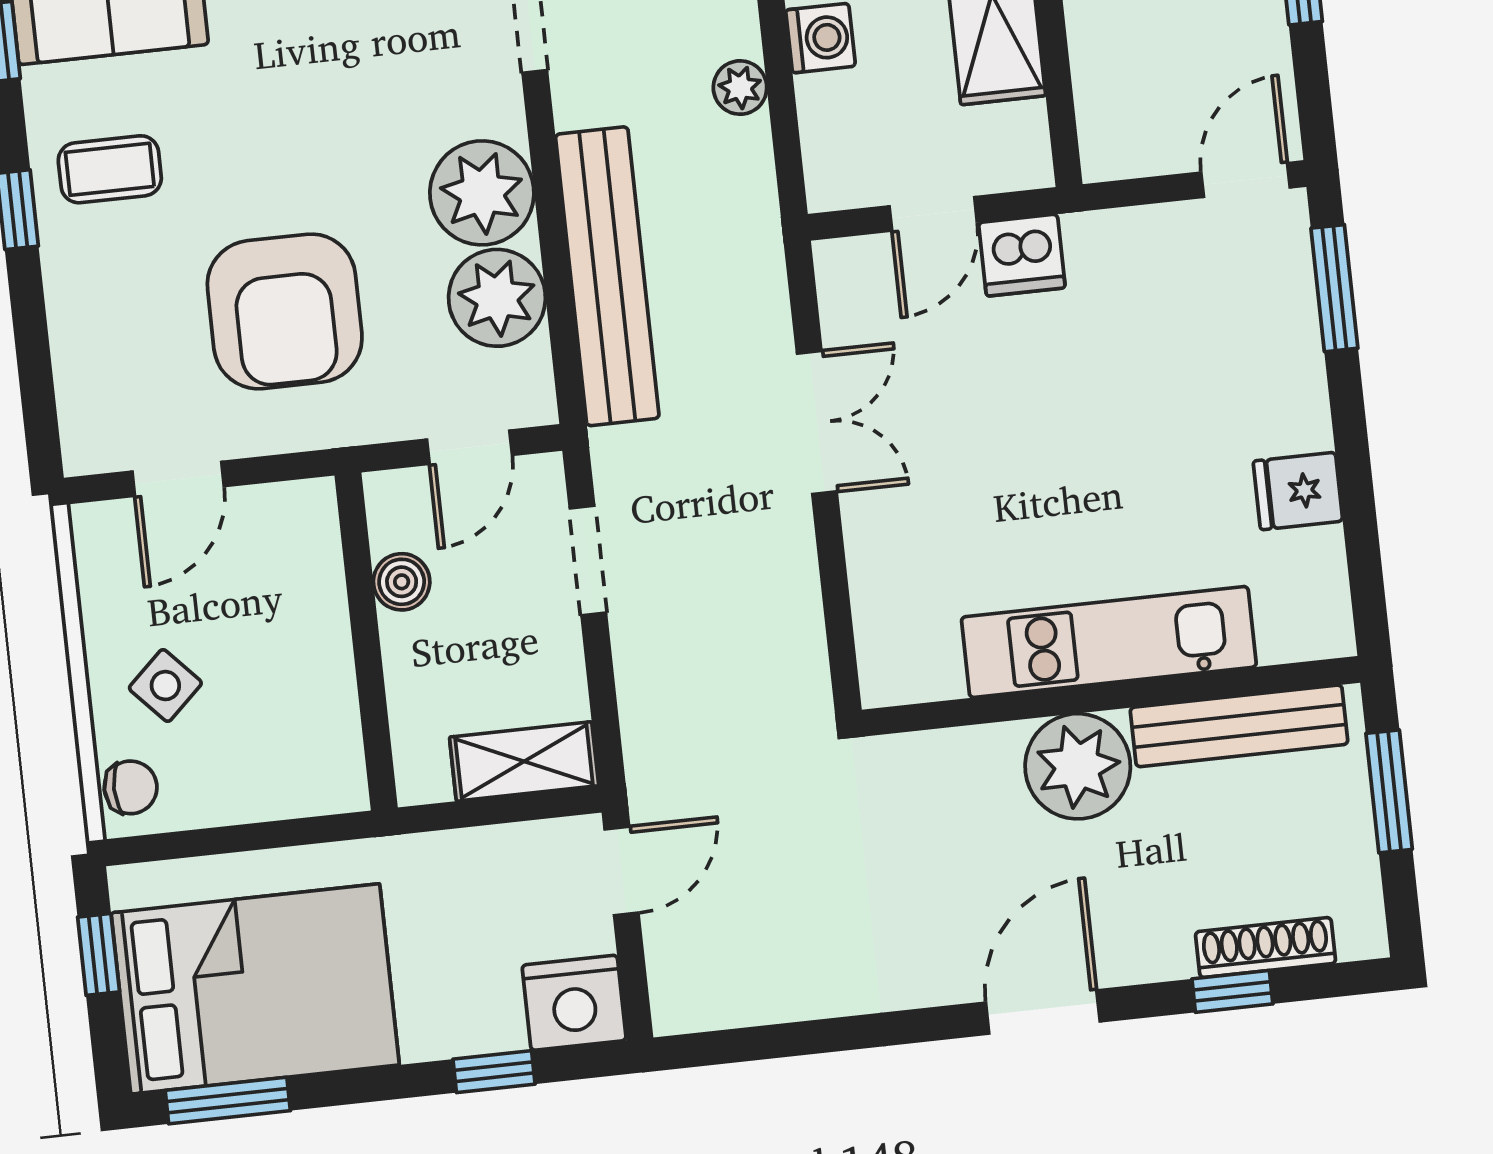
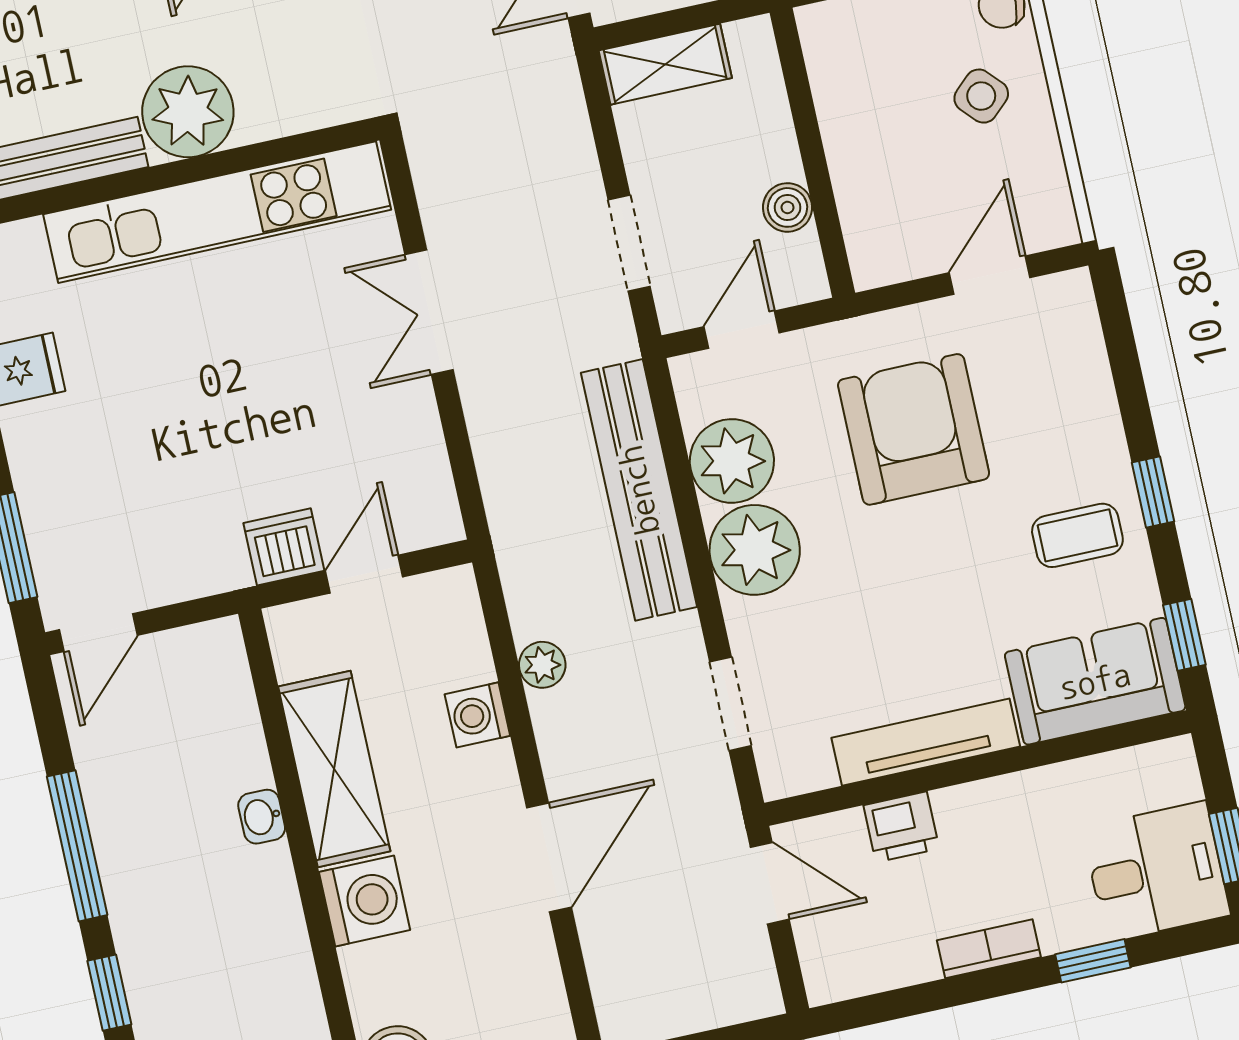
double door: (817, 423) -> (429, 312), moved
kitchen unit: (1109, 642) -> (217, 212), width x1.36

